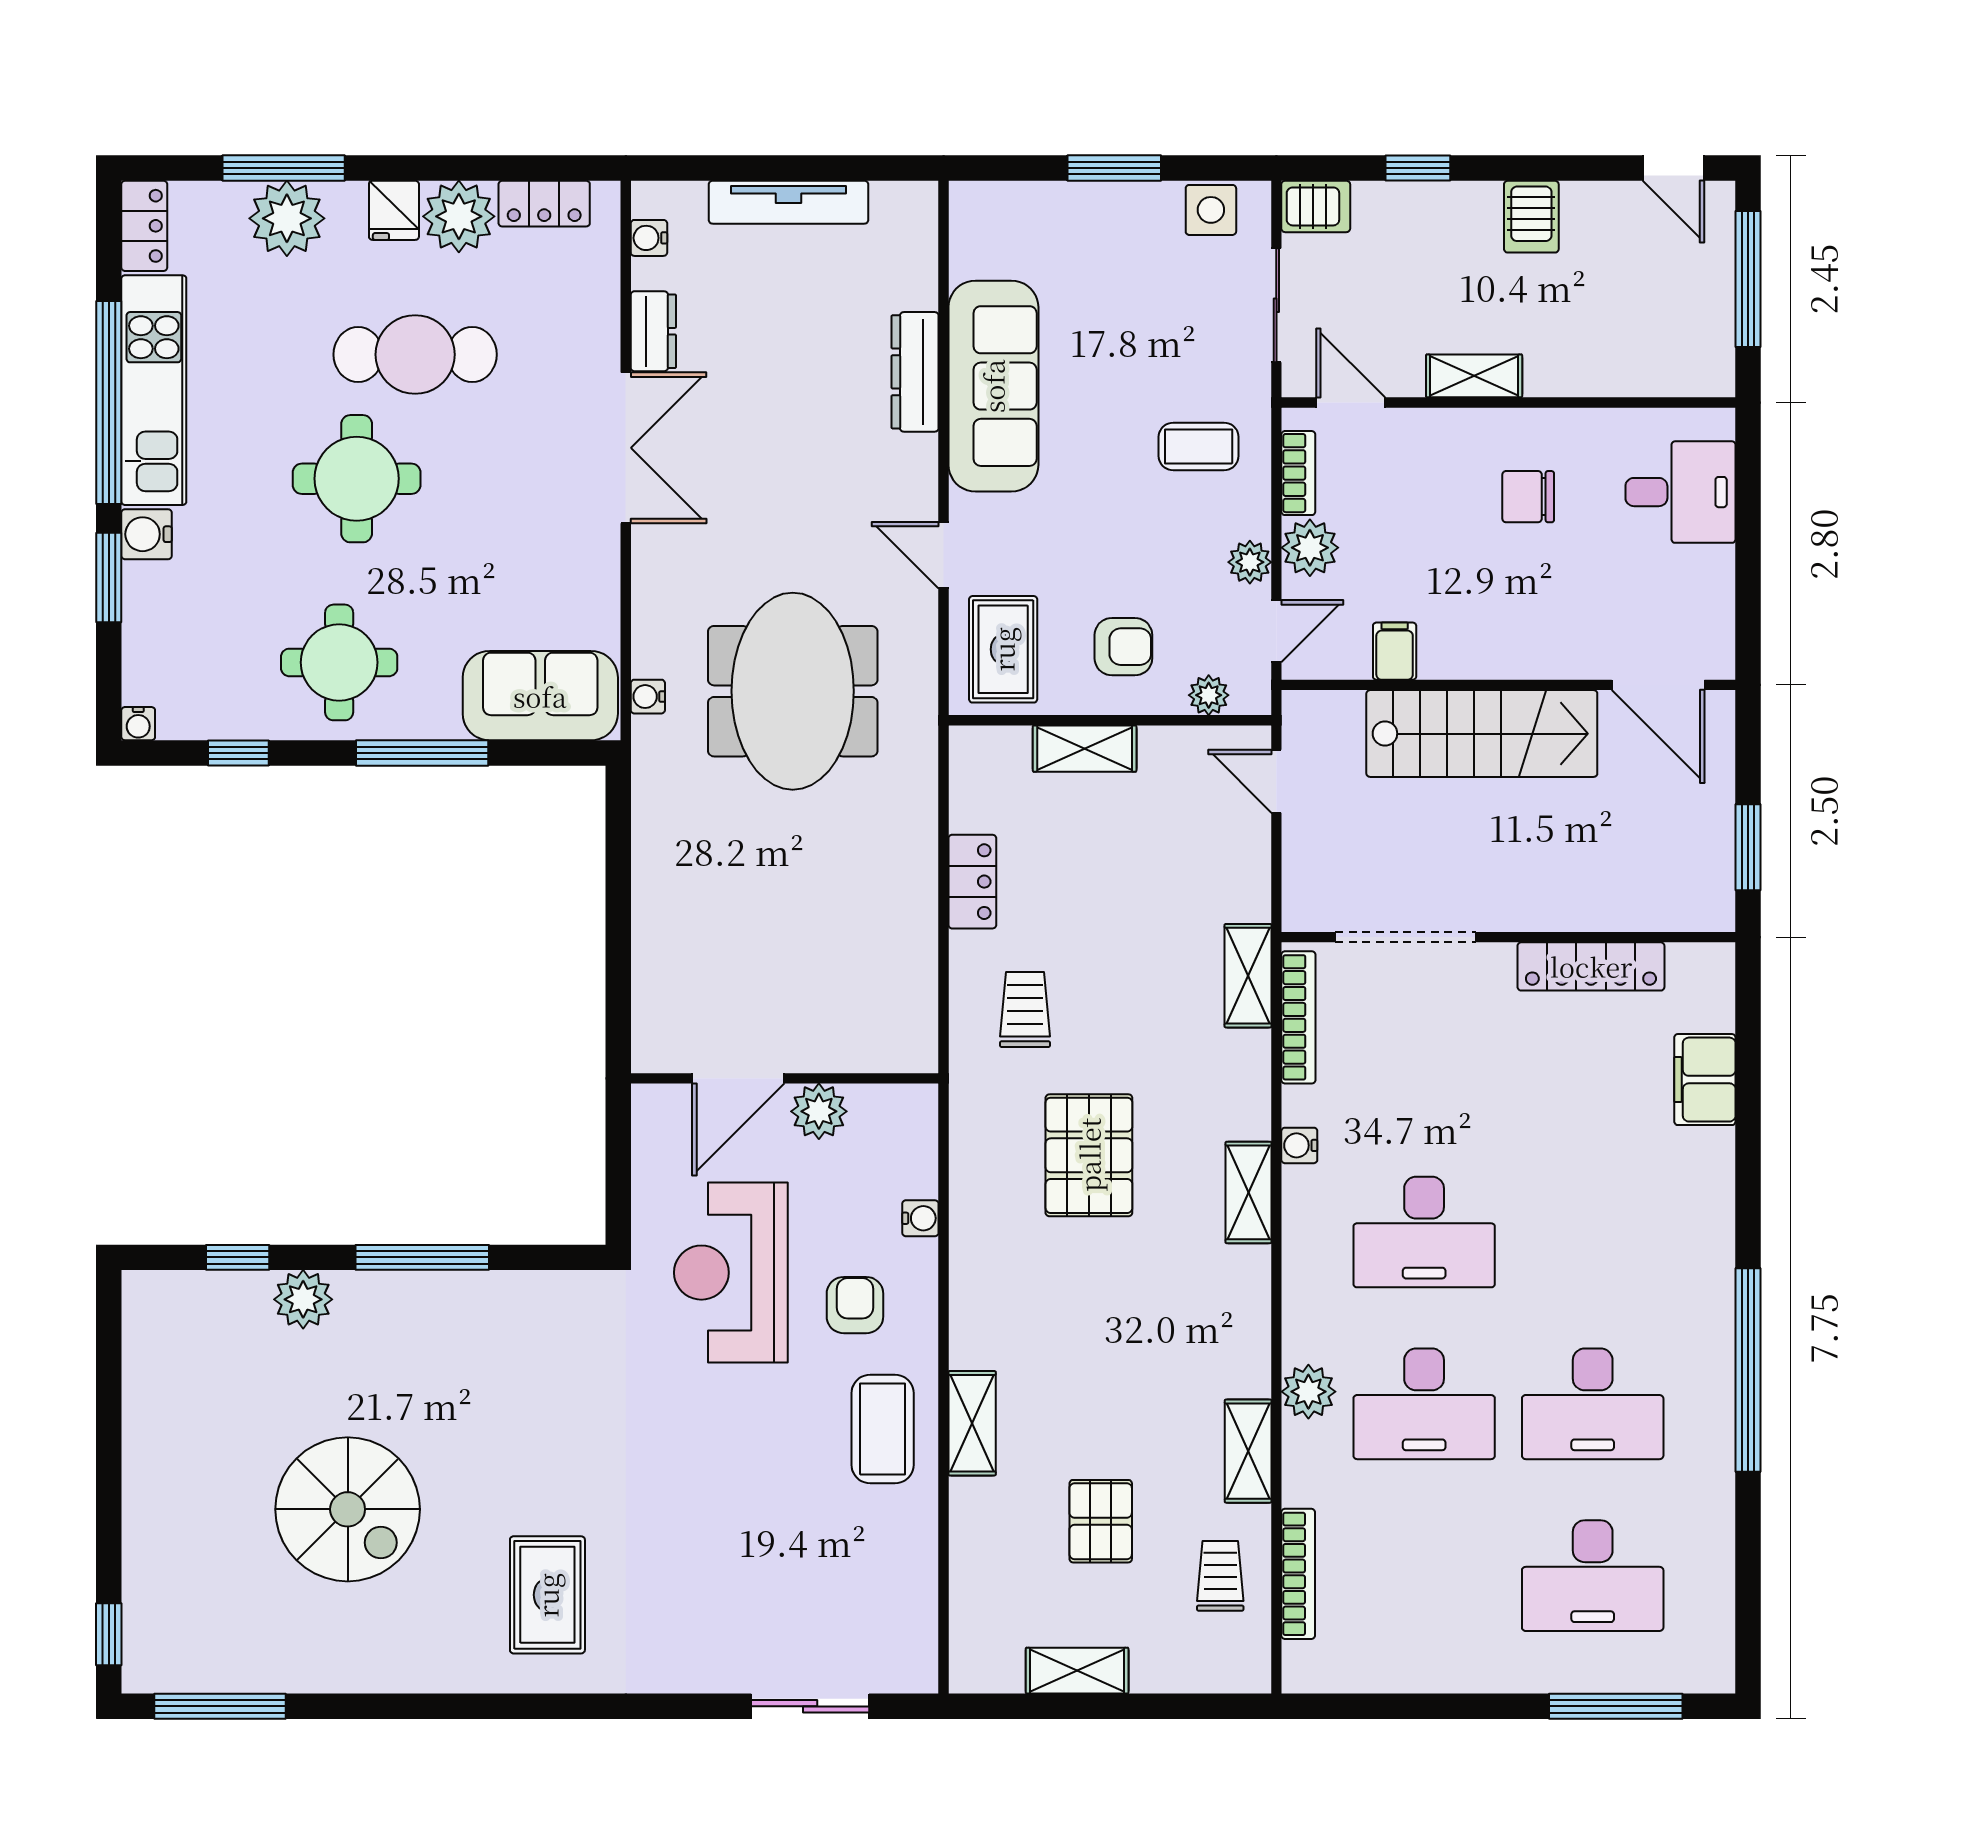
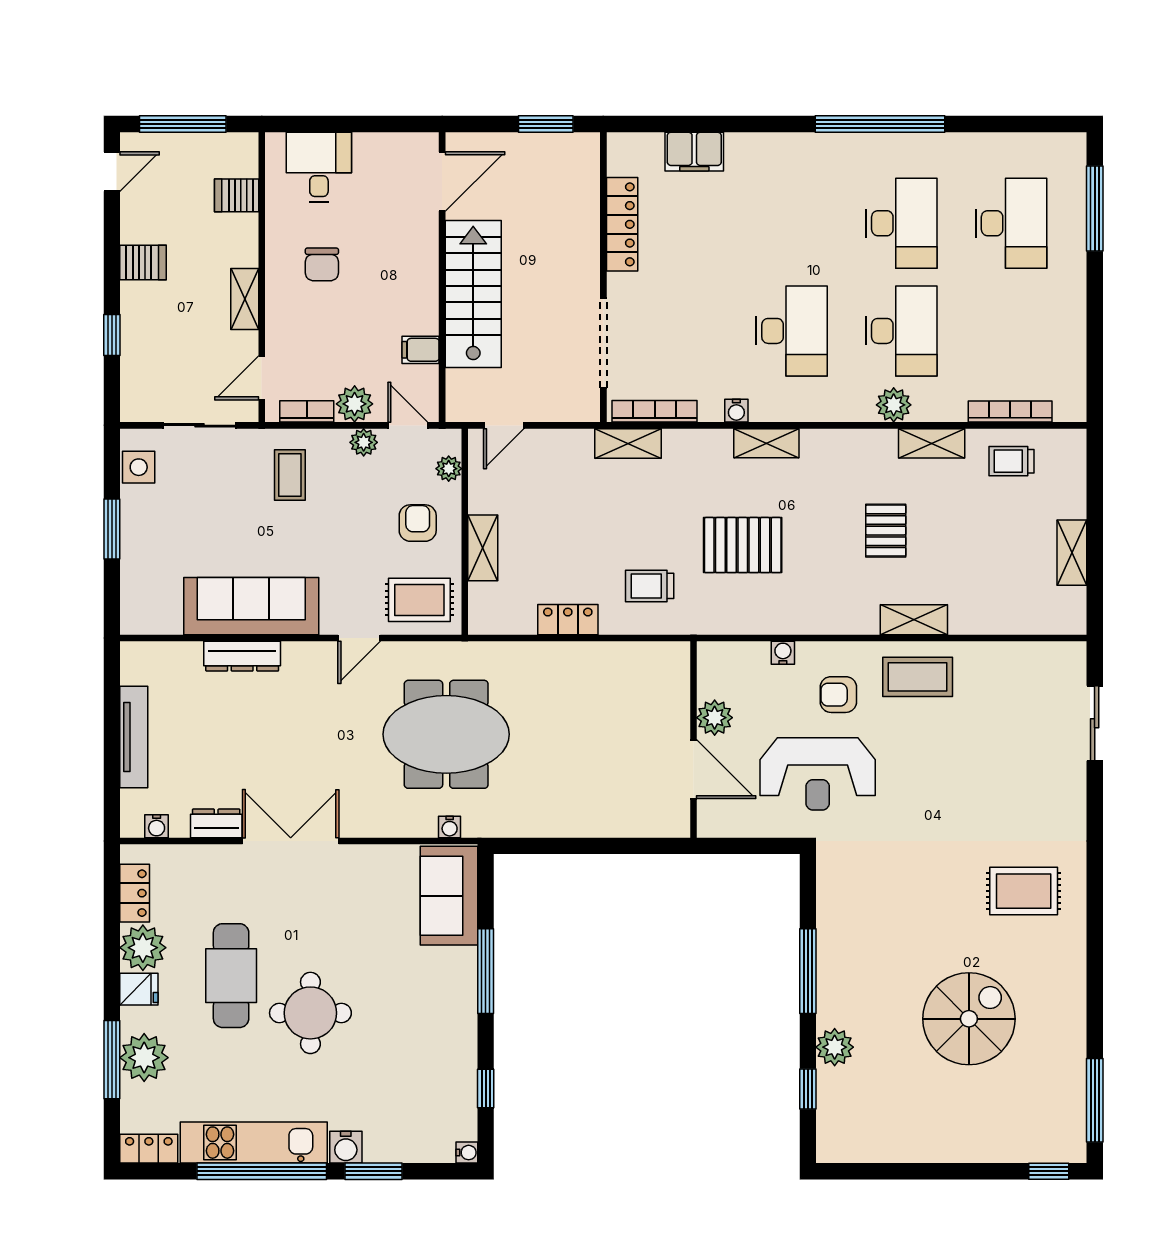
server rack: (1316, 206) -> (237, 195), moved, turned -90
round table: (339, 662) -> (428, 1024), removed
pallet: (1101, 1521) -> (886, 531), moved, turned 90

